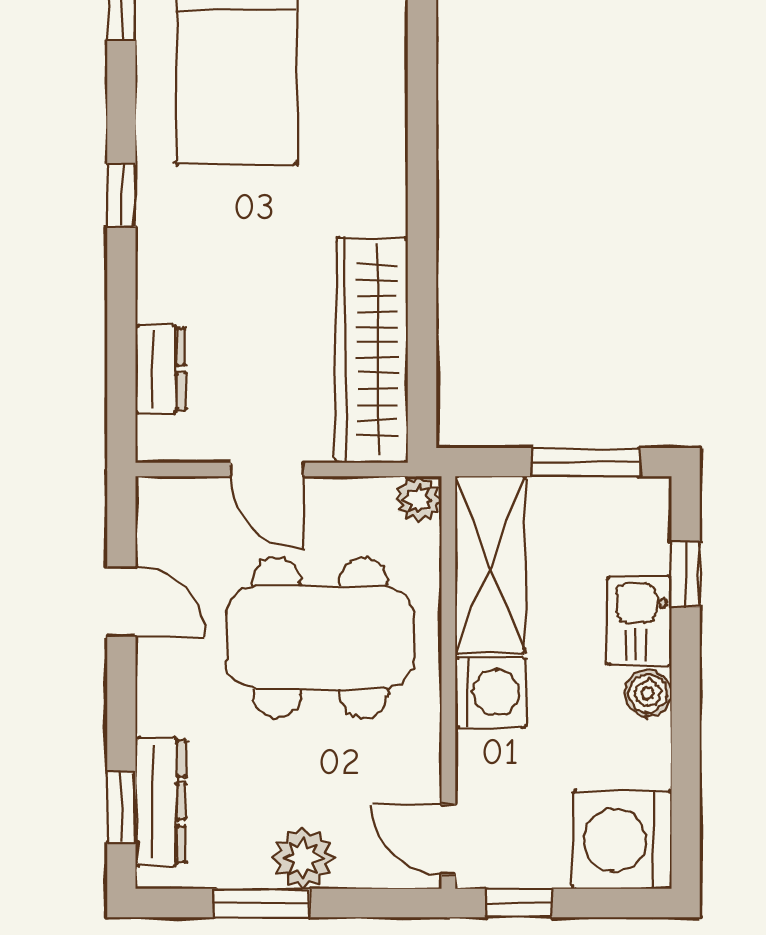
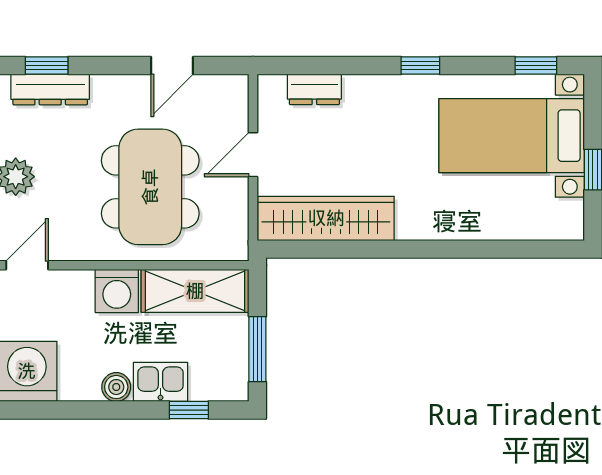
plant: (418, 500) -> (235, 247), removed

